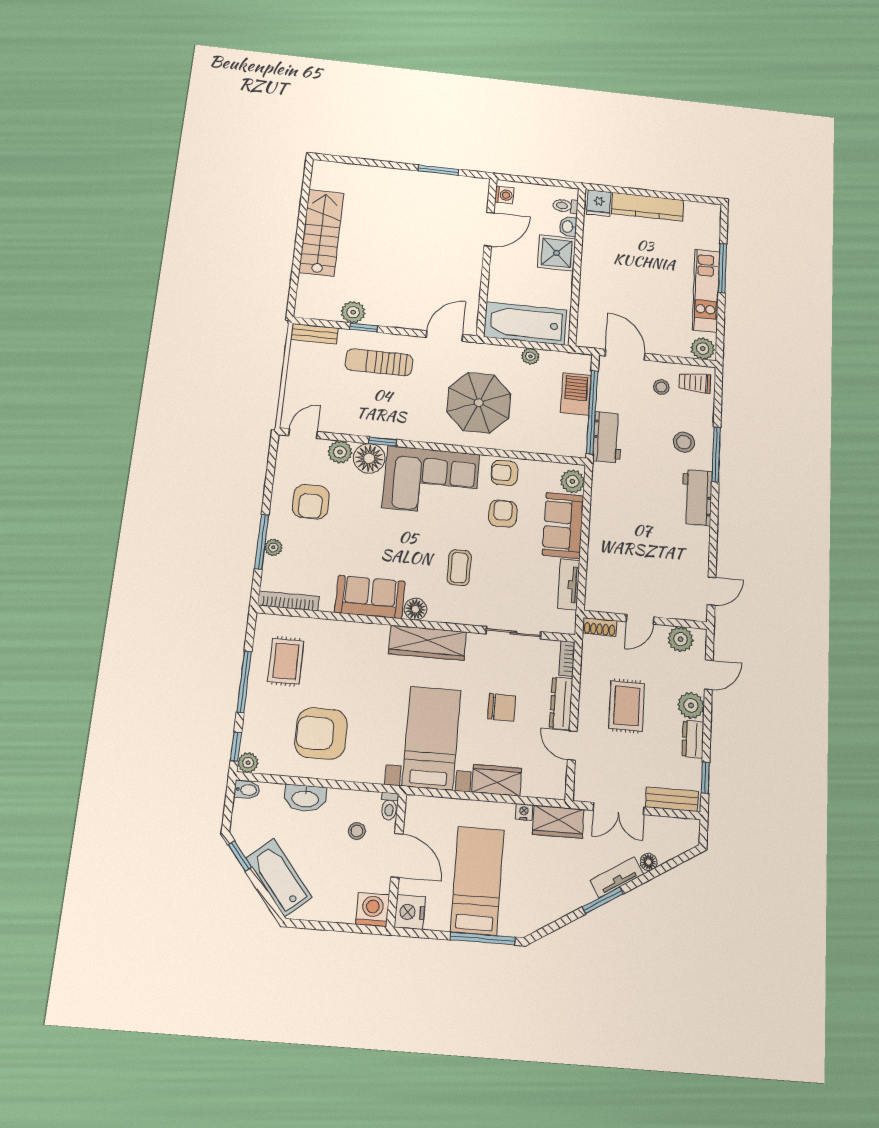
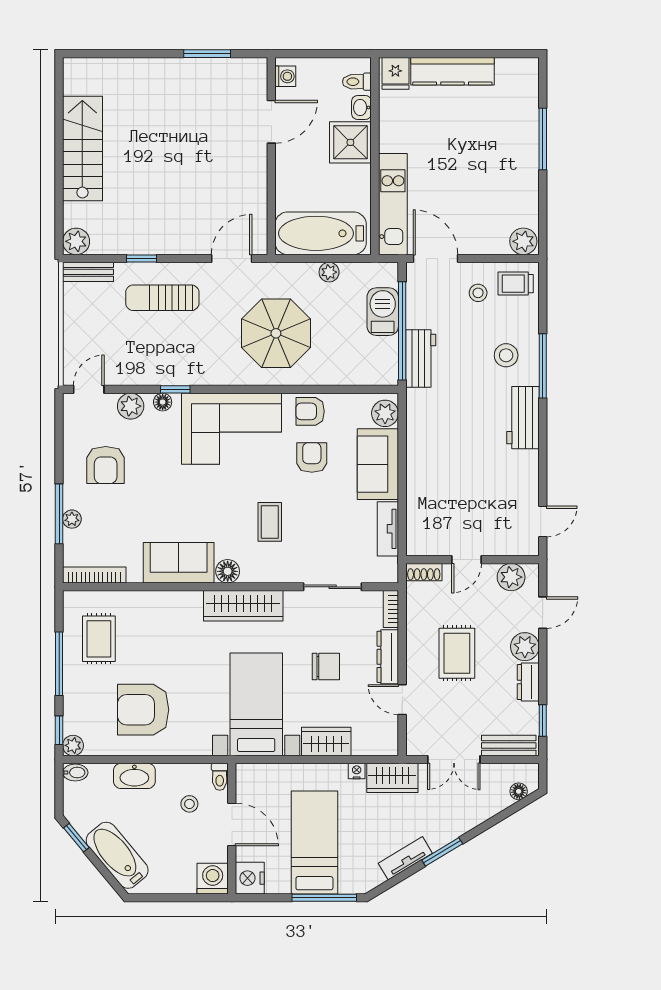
kitchen unit: (706, 291) -> (393, 204), moved, turned 180
plant: (353, 312) -> (76, 241), moved
floor lamp: (369, 458) -> (163, 402), width x0.53, depth x0.53
floor lamp: (649, 862) -> (519, 791), moved
tv unit: (617, 877) -> (405, 858), moved

